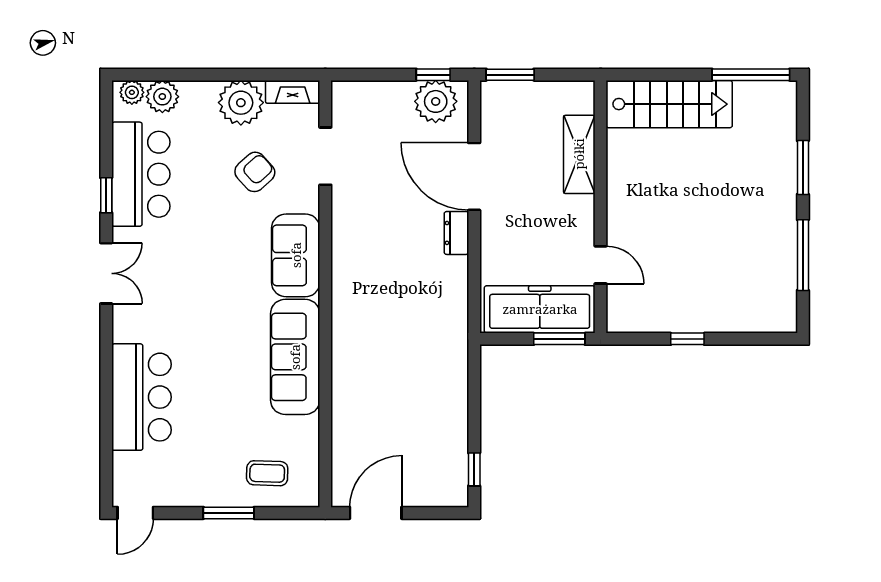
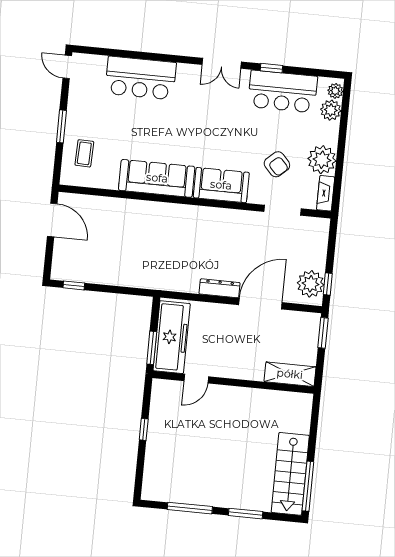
stairs: (669, 104) -> (290, 474), moved
shelving: (579, 154) -> (290, 374), moved
dresser: (456, 233) -> (220, 288), width x1.44

